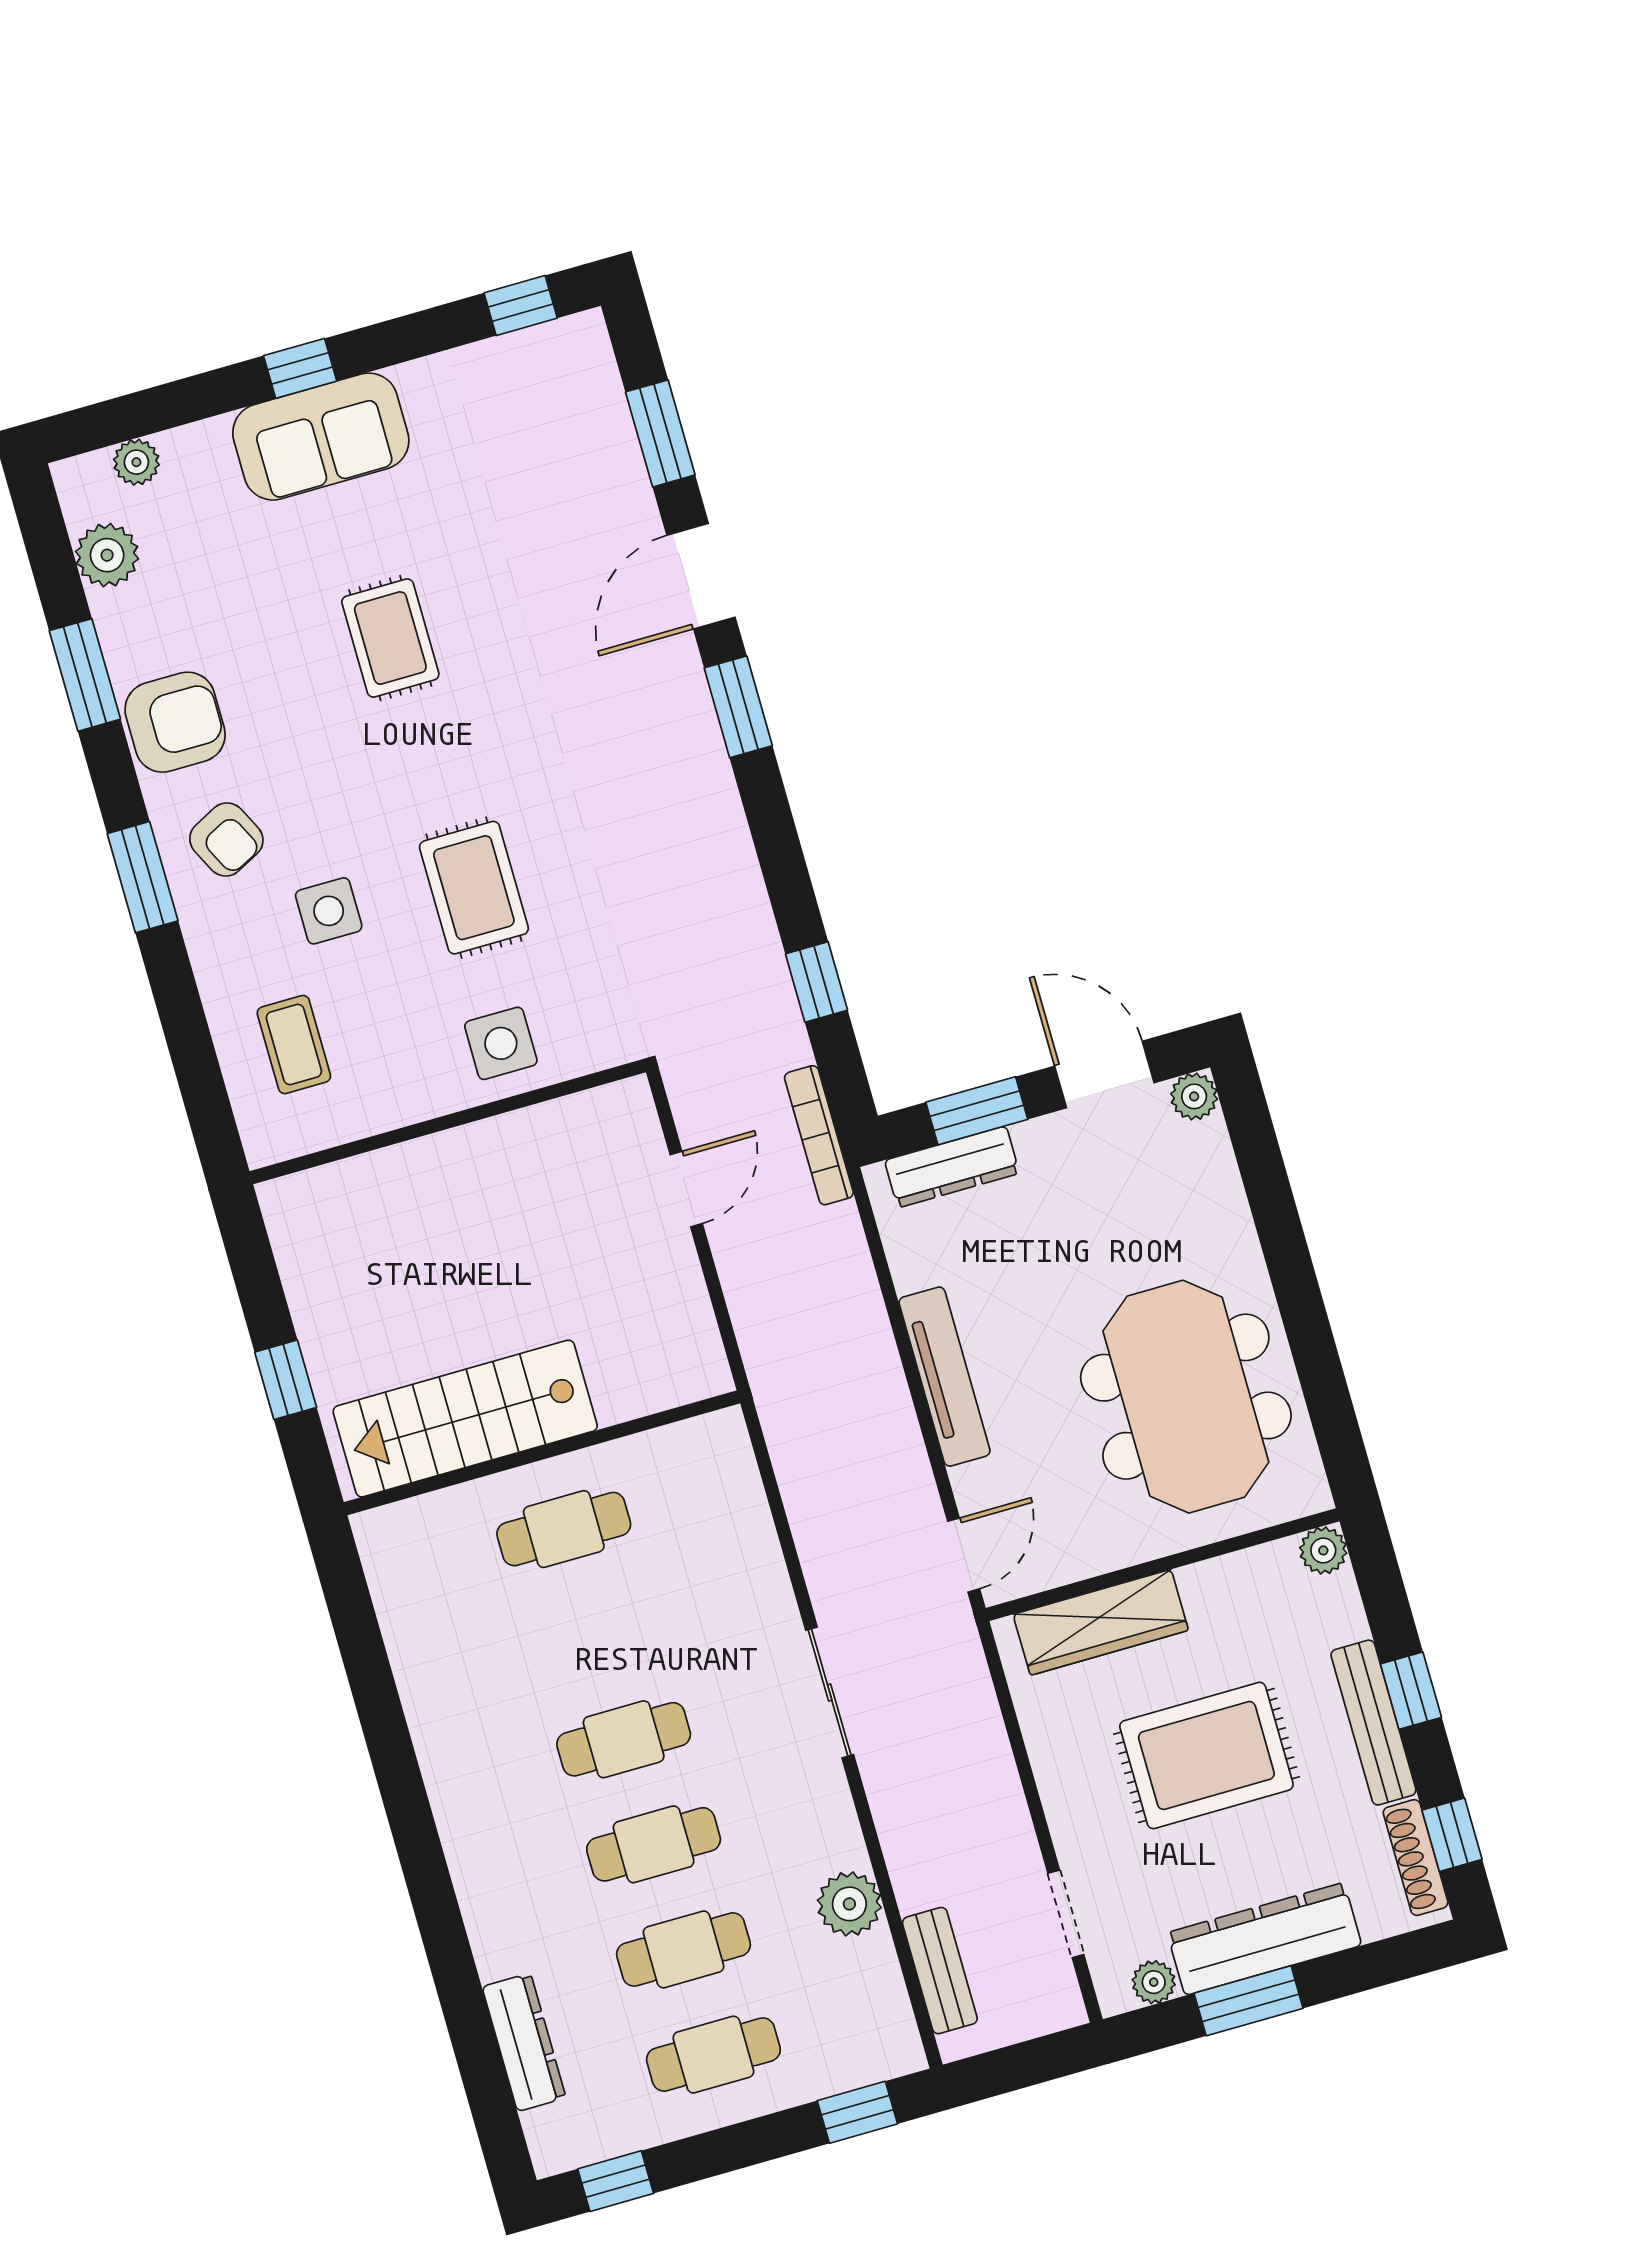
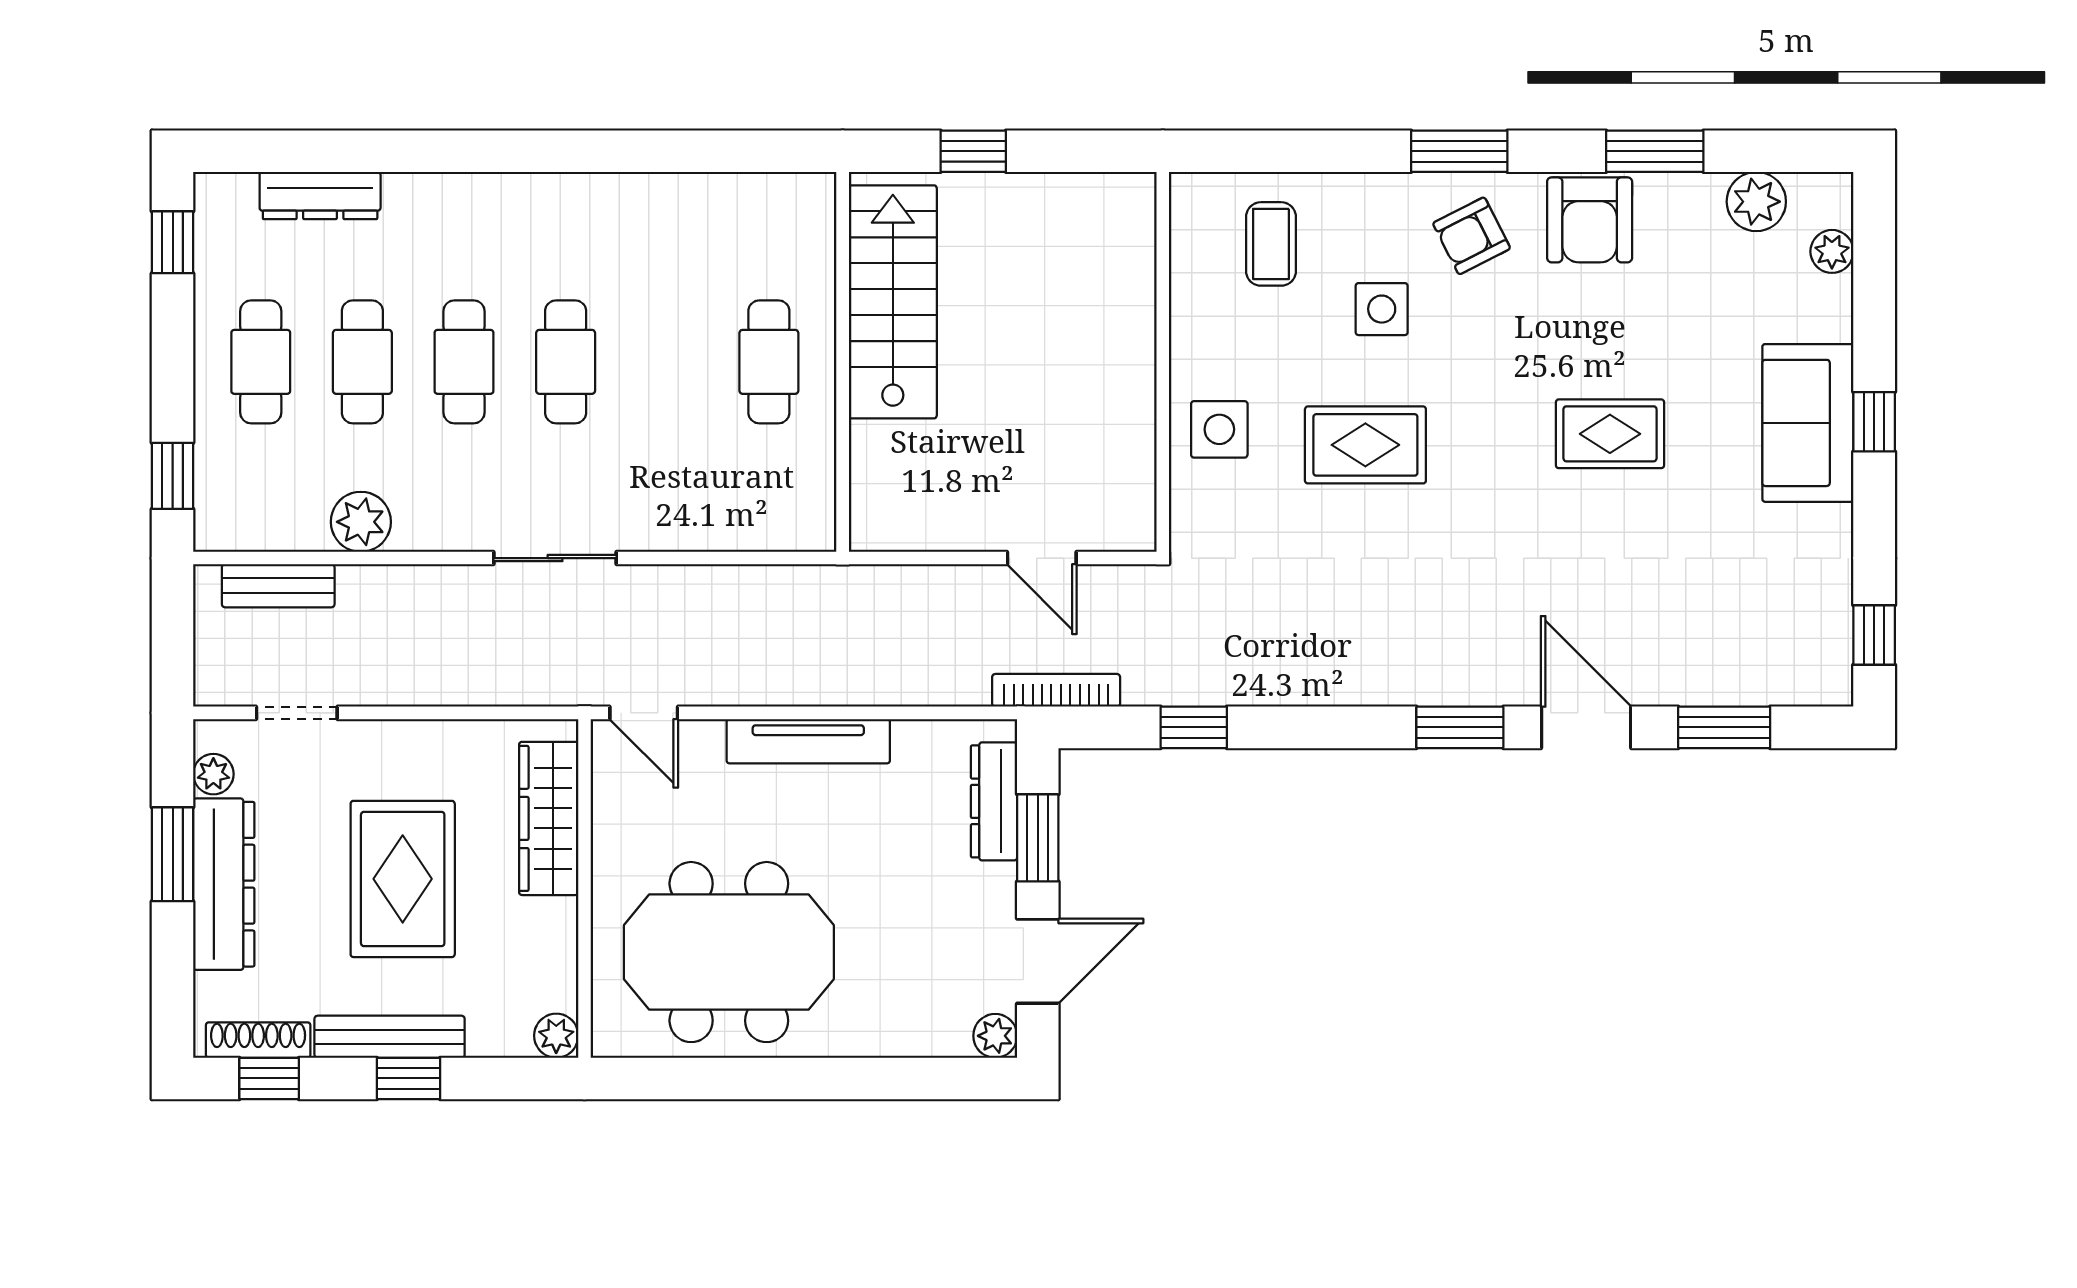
coffee table: (294, 1045) -> (1271, 244), turned 90

